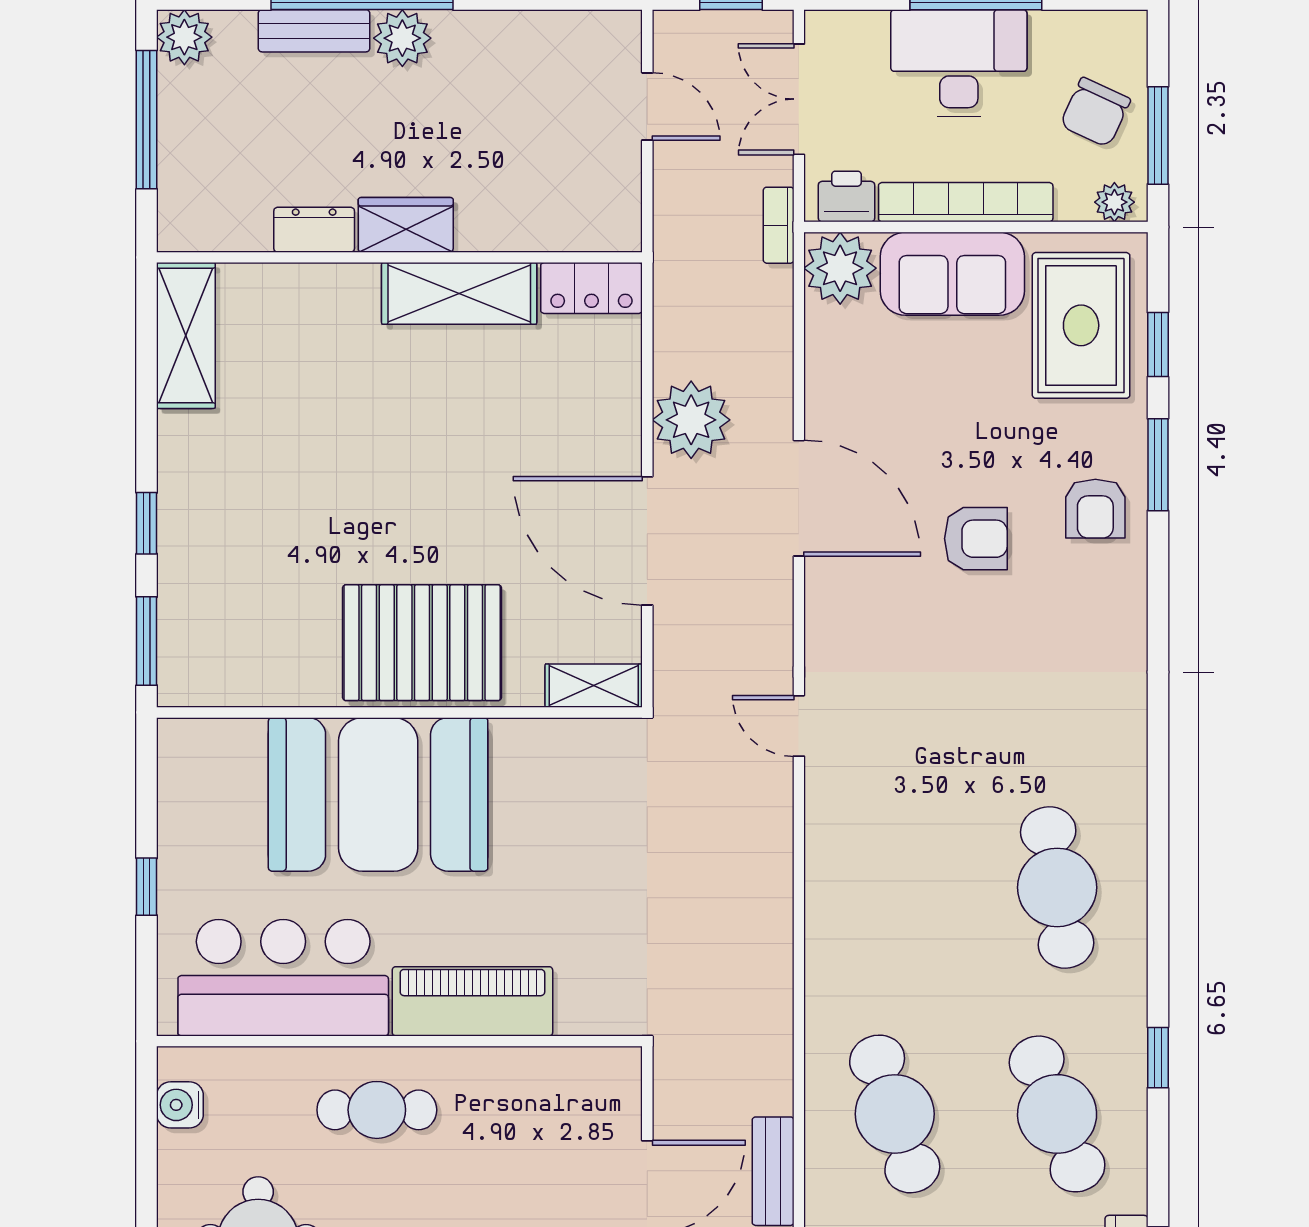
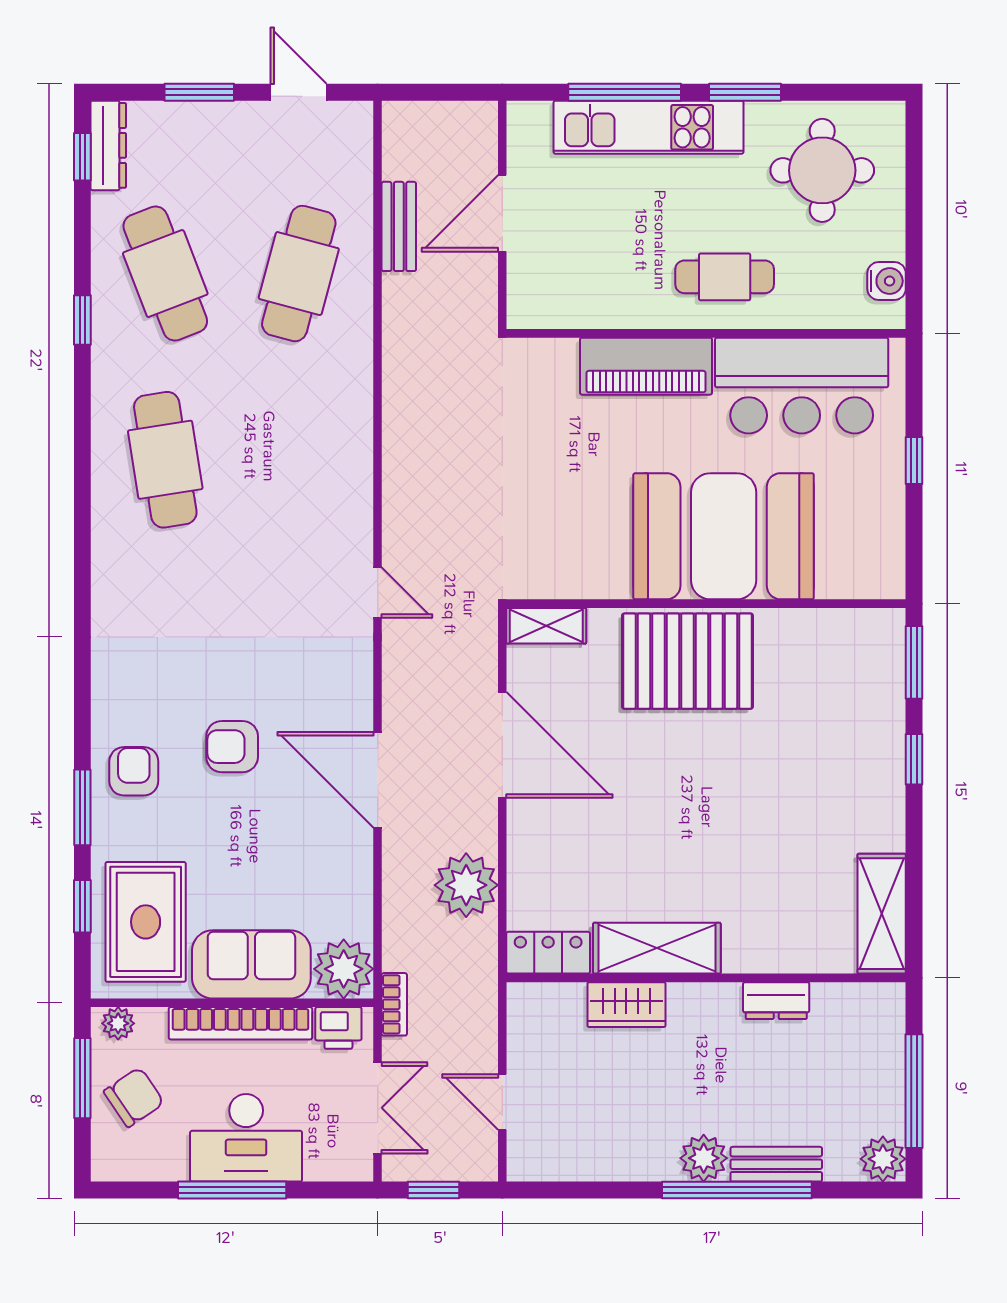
chair: (1095, 112) -> (134, 1097), turned 31
wardrobe: (406, 225) -> (626, 1005), moved
plant: (691, 420) -> (466, 885), moved
cafe table: (895, 1114) -> (299, 274), turned 33

